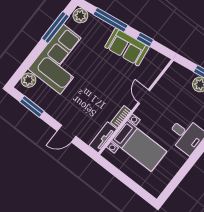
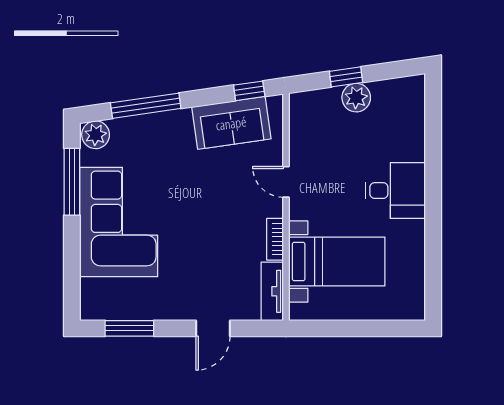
window: (145, 39) -> (249, 91), moved
sofa: (127, 47) -> (231, 123), moved
plant: (28, 80) -> (93, 293), removed

